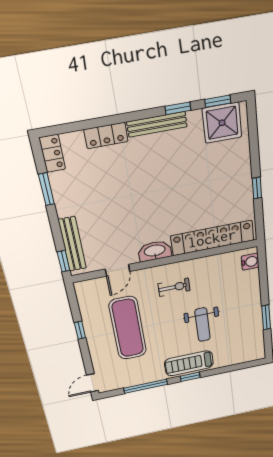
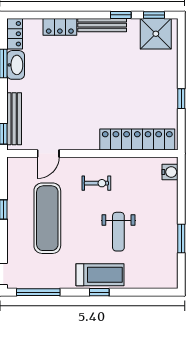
washbasin: (155, 251) -> (16, 65), moved, turned 90
treadmill: (189, 363) -> (100, 275), turned 180
window: (146, 386) -> (38, 292), moved

